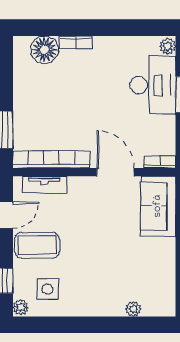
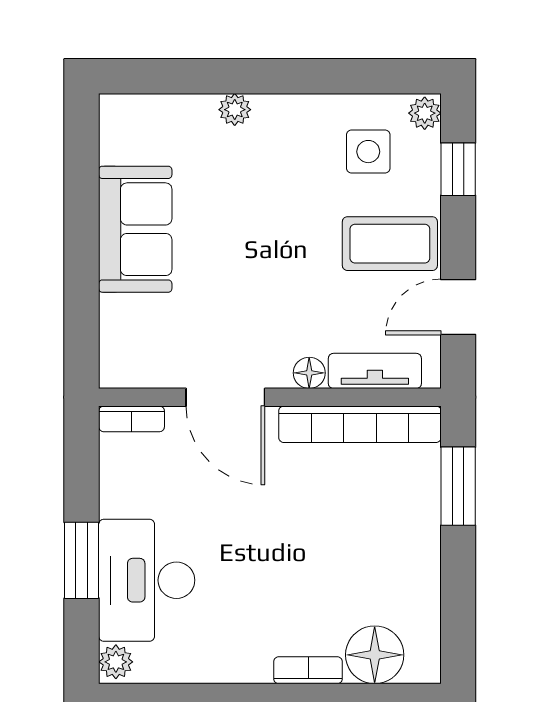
floor lamp: (76, 184) -> (309, 373), added
sofa: (158, 206) -> (135, 229), moved
plant: (133, 309) -> (235, 110), moved

